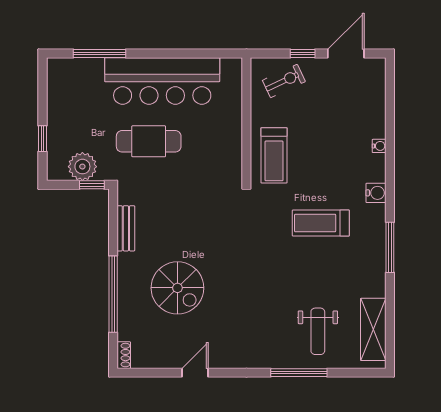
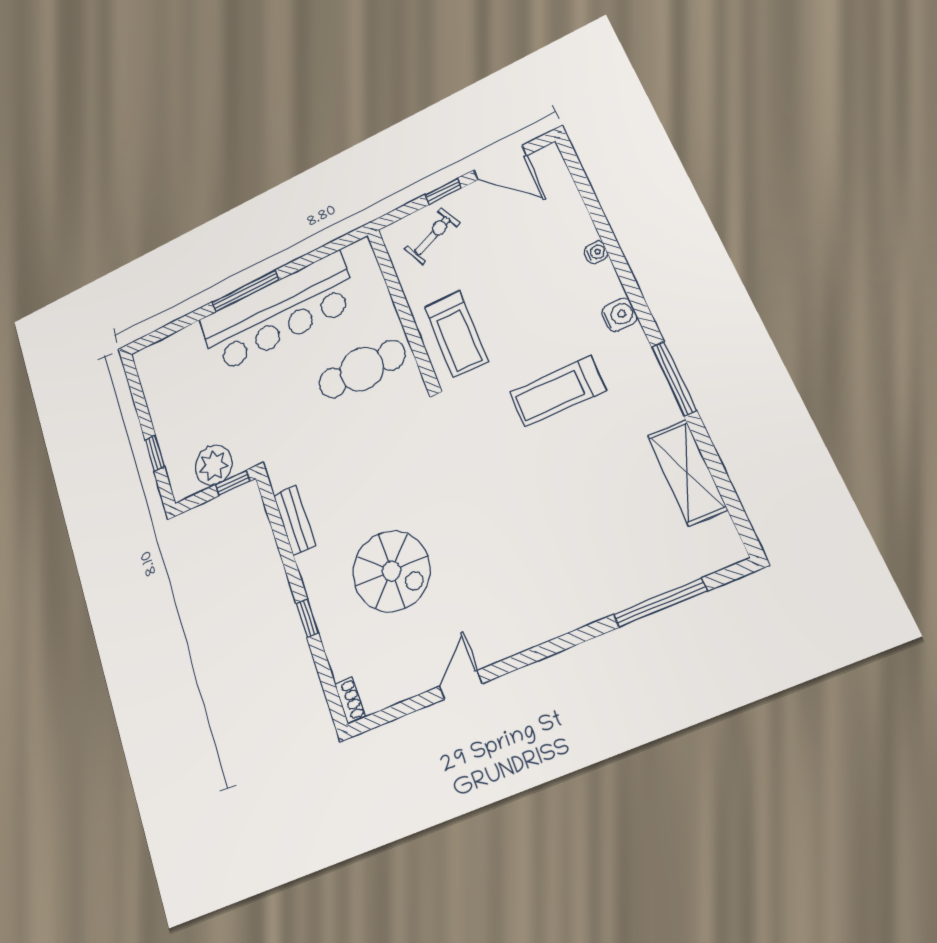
window: (100, 54) -> (245, 291), moved
door: (346, 54) -> (500, 163), swing flipped
cafe table: (149, 141) -> (362, 369), moved
window: (113, 294) -> (307, 618), width x0.32
shelving: (373, 329) -> (687, 472), moved
weight bench: (318, 331) -> (619, 546), removed
window: (299, 373) -> (660, 603), moved

